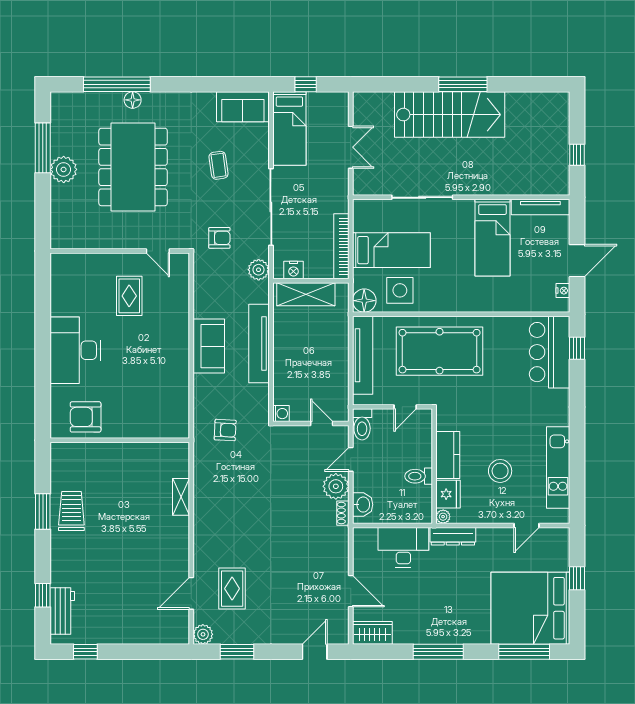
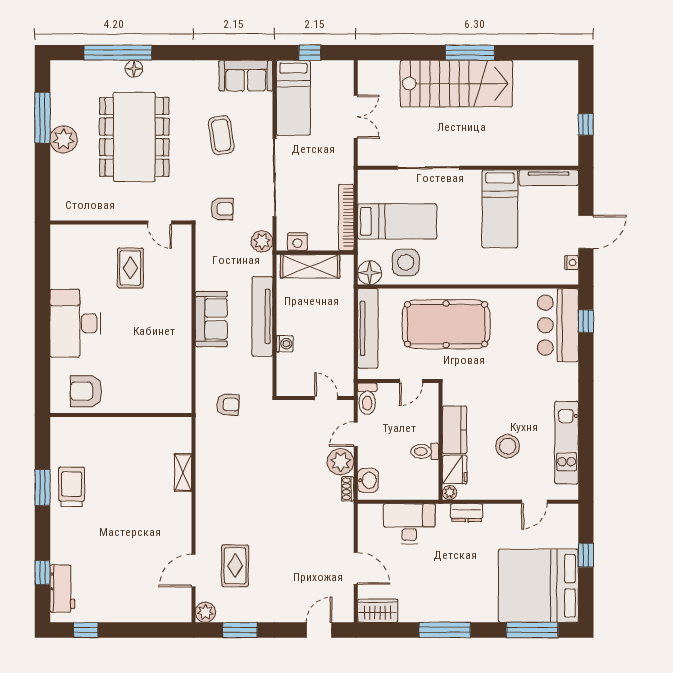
coffee table: (219, 165) -> (221, 135), width x1.36, depth x1.30
washing machine: (281, 414) -> (285, 344), moved
dresser: (453, 536) -> (467, 513), width x0.70

